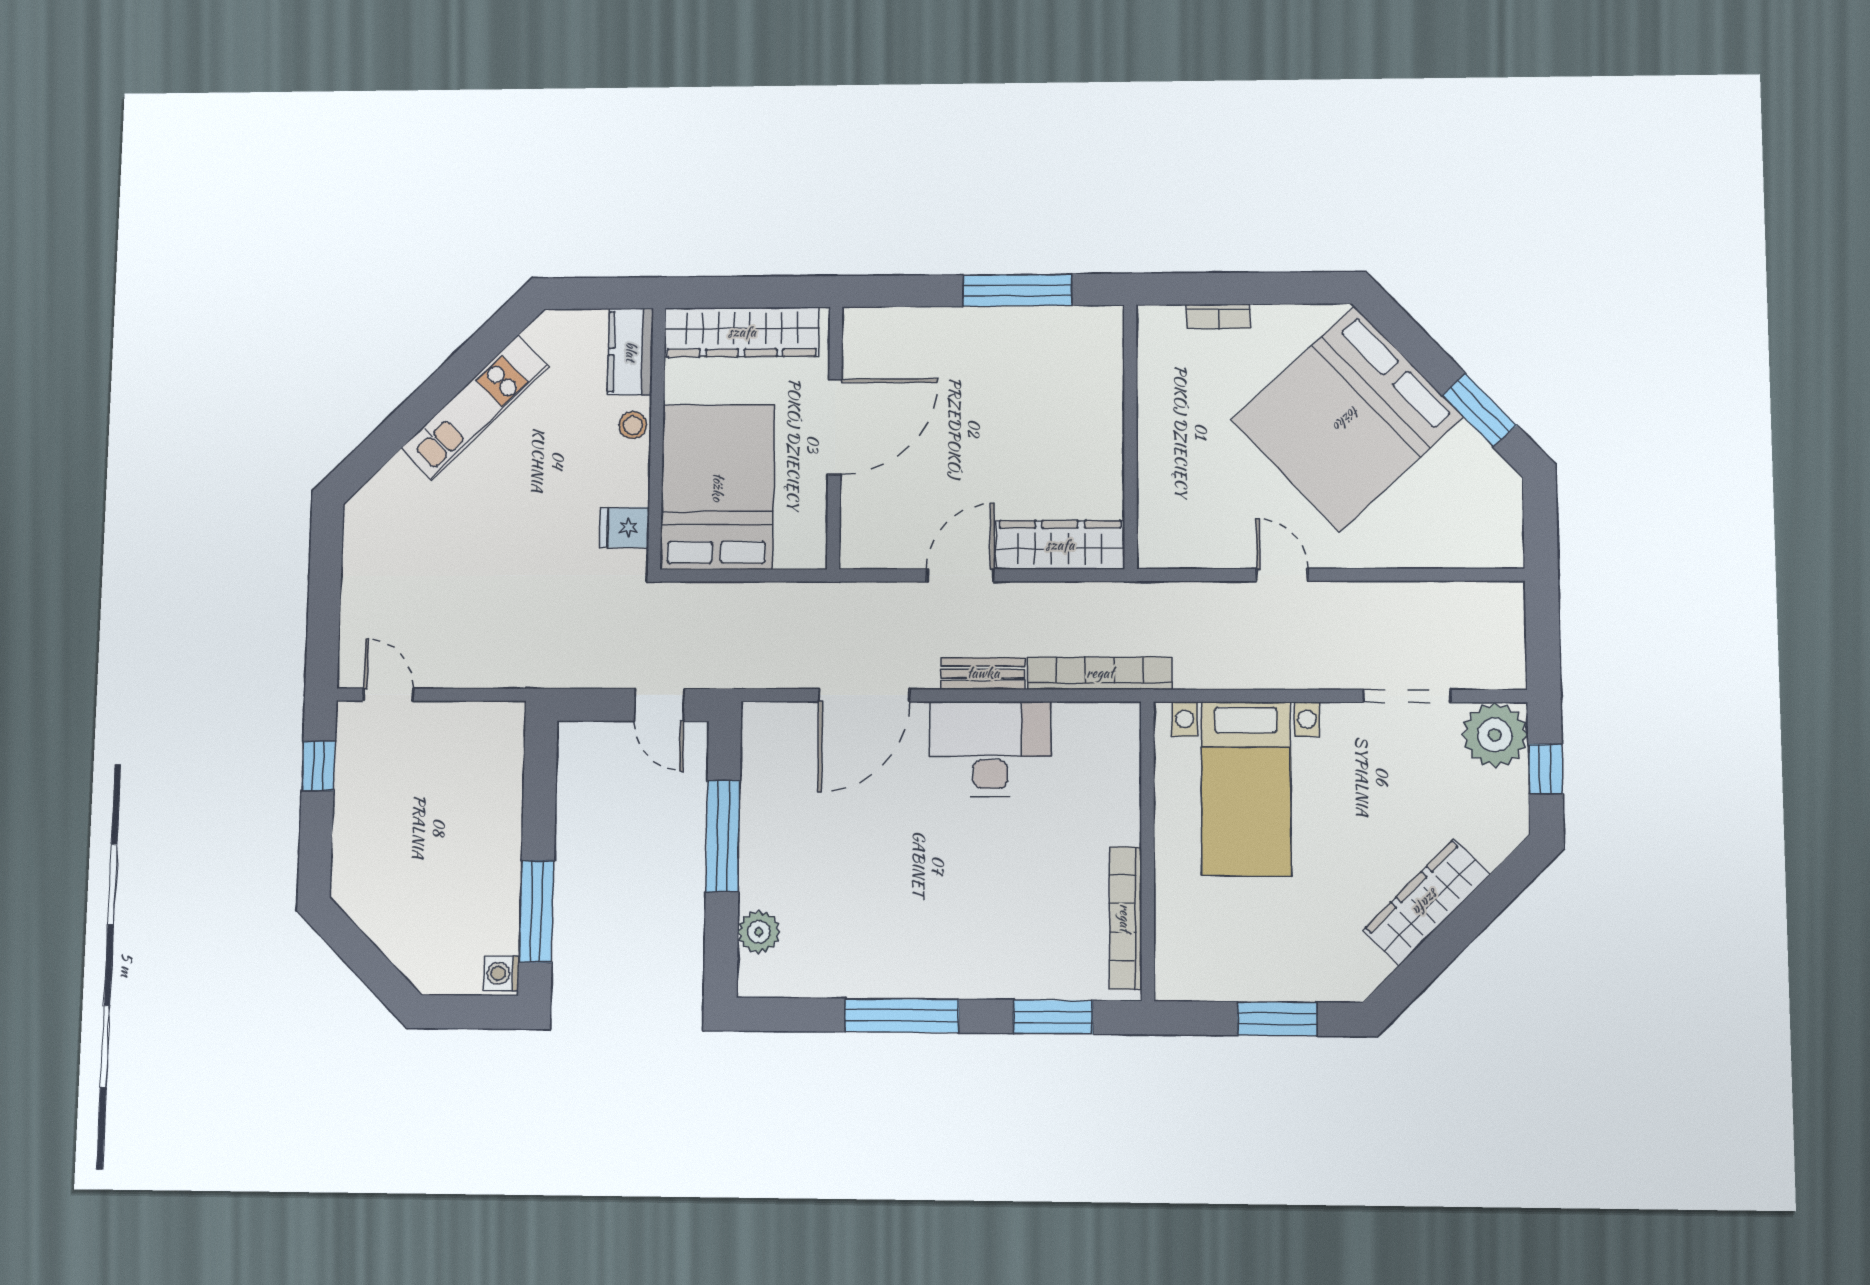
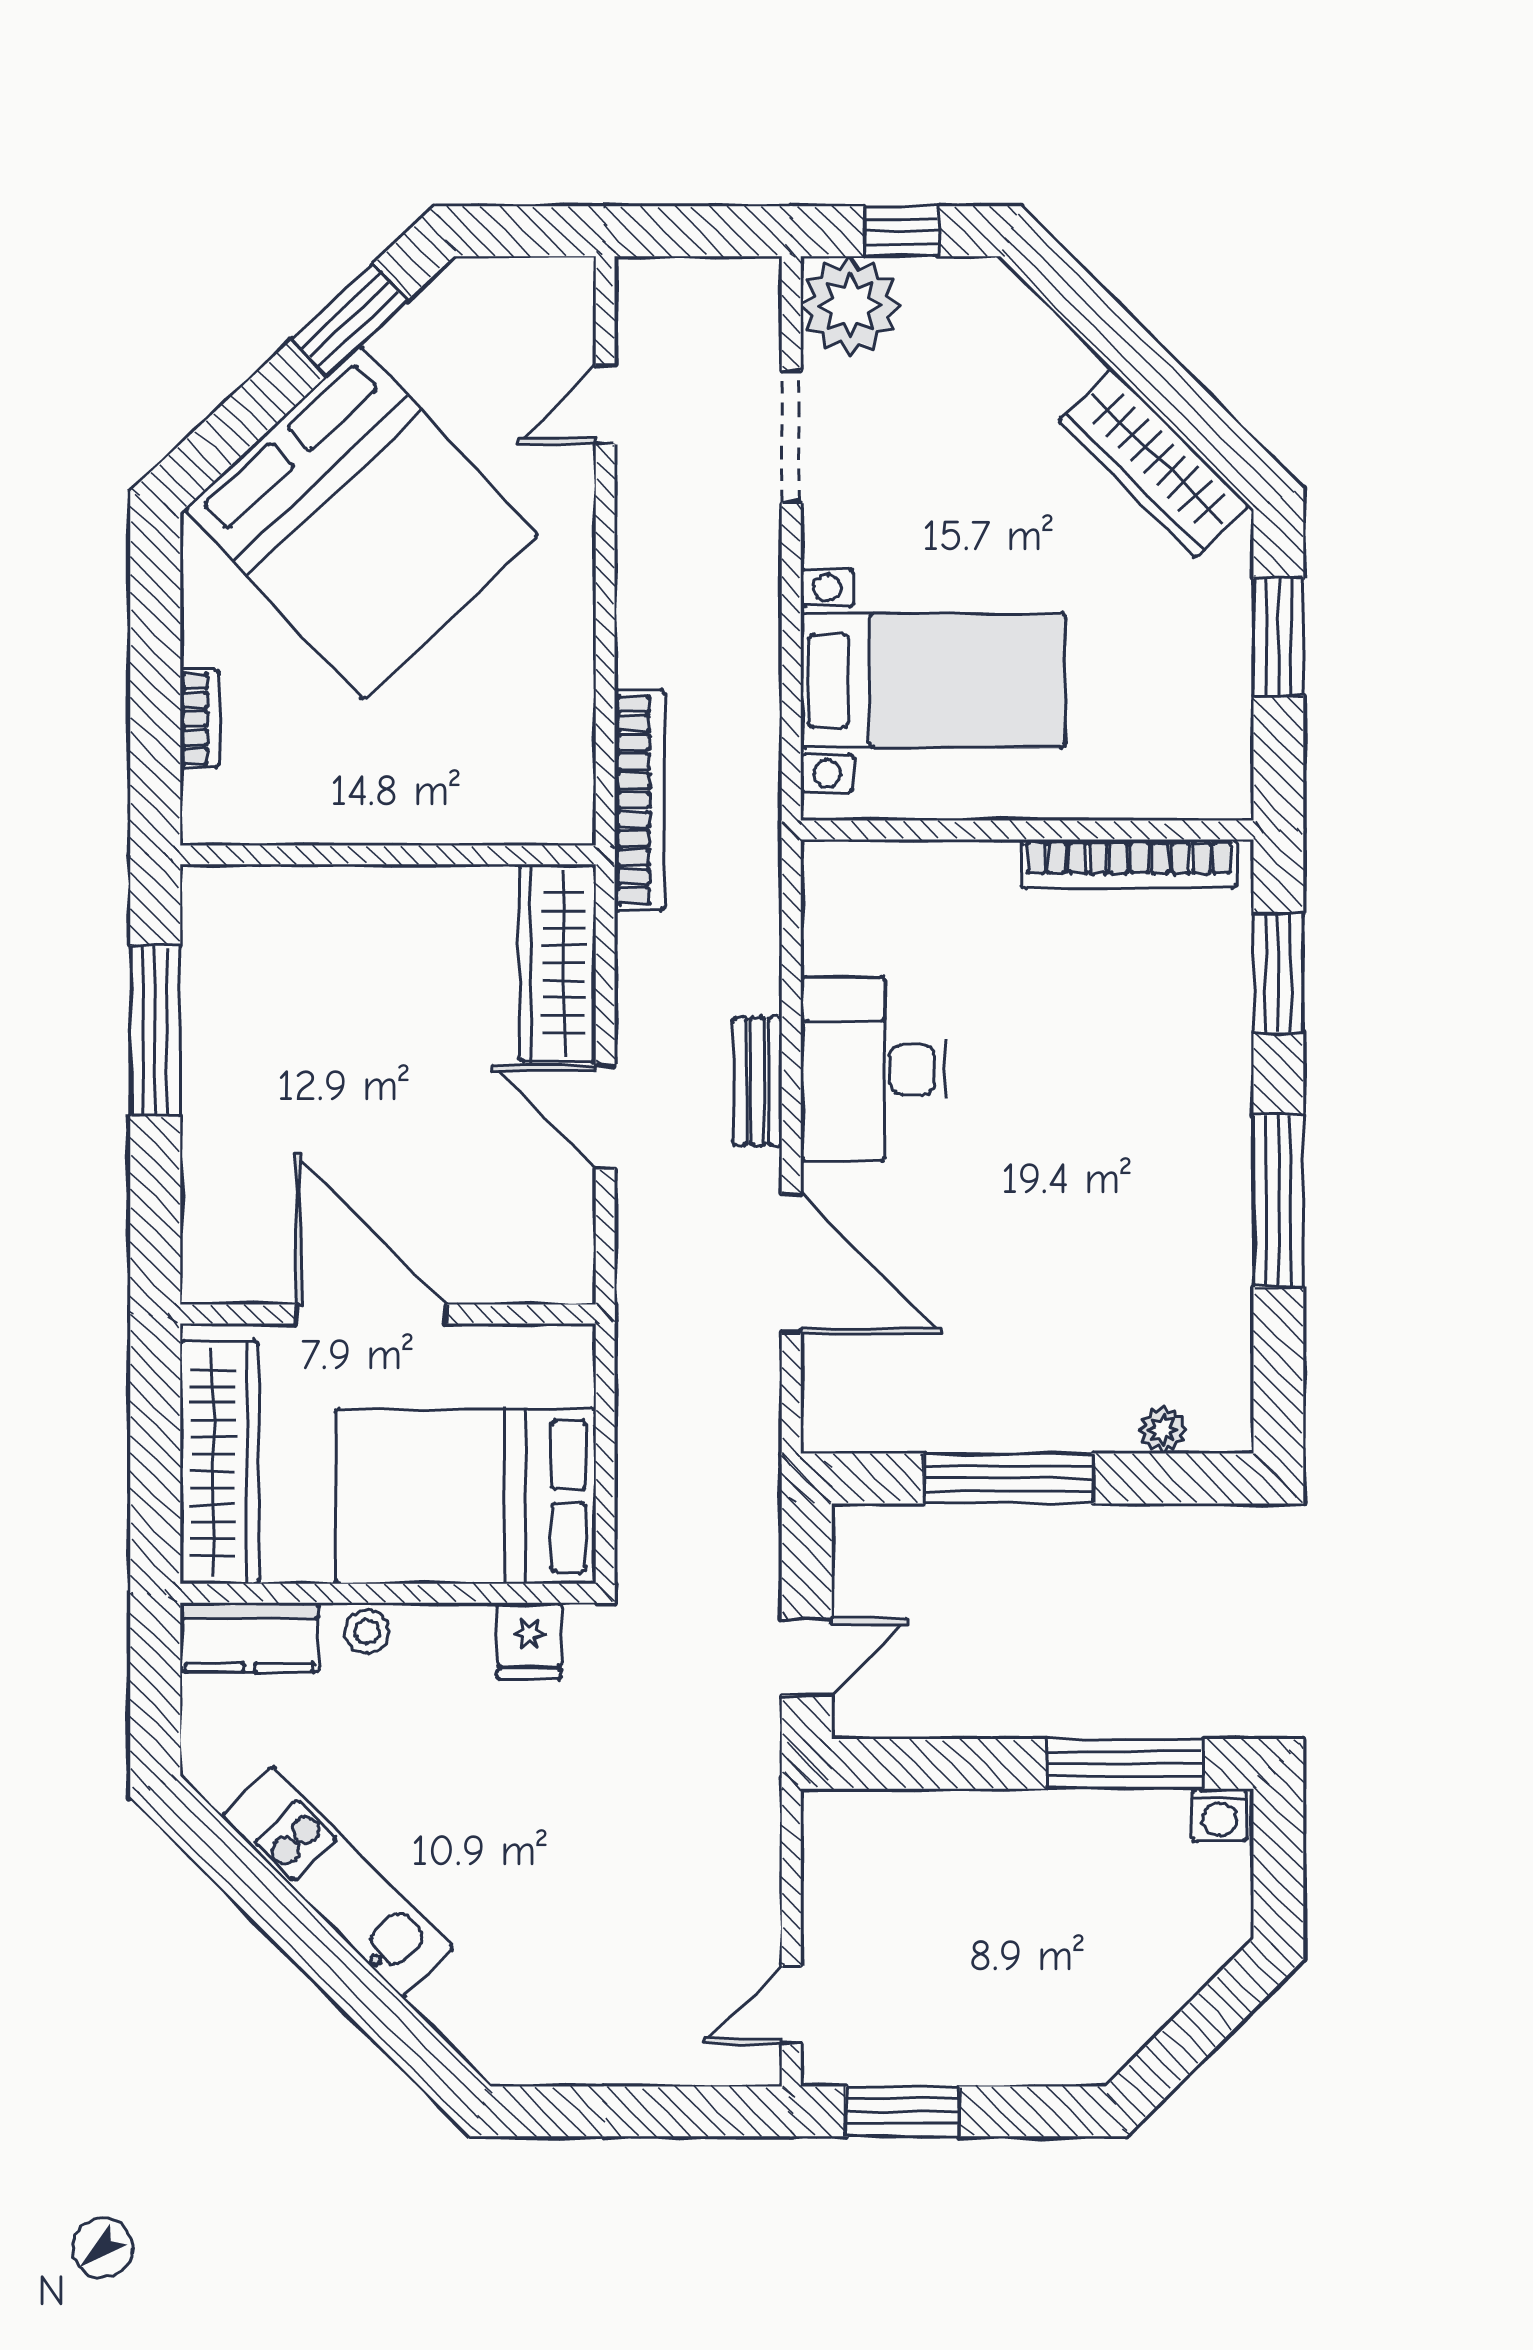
door: (1282, 575) -> (605, 405), moved
bookcase: (1100, 673) -> (639, 800), moved, turned 180
door: (659, 705) -> (807, 1657), moved
window: (318, 766) -> (903, 2111), width x1.50
wardrobe: (1427, 902) -> (1154, 463), moved
plant: (759, 932) -> (1163, 1430), width x0.73, depth x0.73

